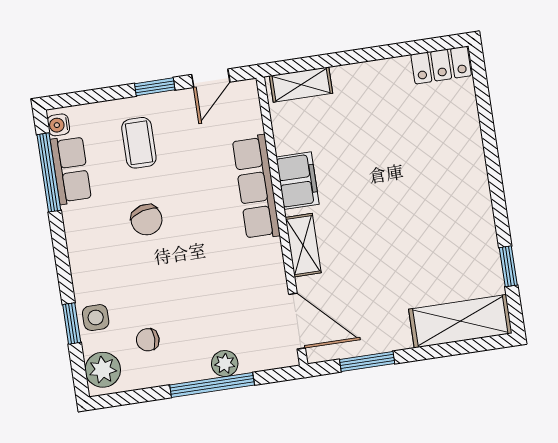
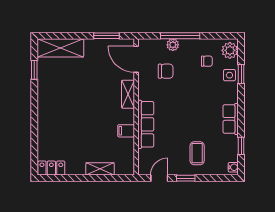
shelving: (301, 85) -> (100, 169), moved
row of seats: (71, 170) -> (231, 119), moved
window: (49, 172) -> (241, 146), width x0.46
filing cabinet: (298, 181) -> (126, 131), width x0.50
chair: (147, 220) -> (166, 71), moved, turned 105

